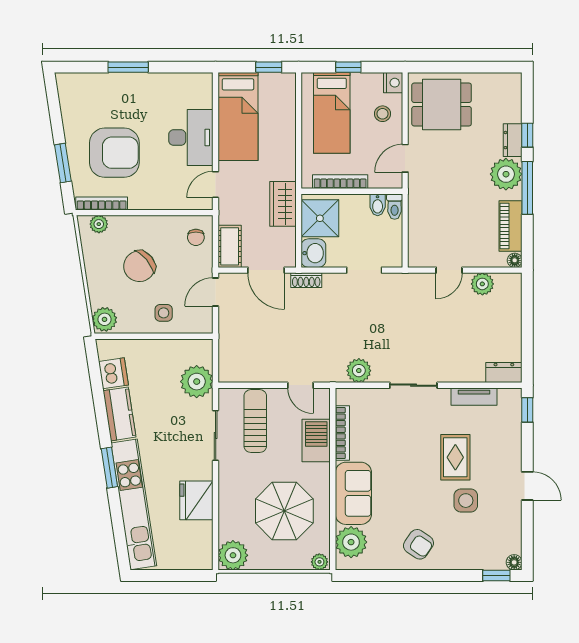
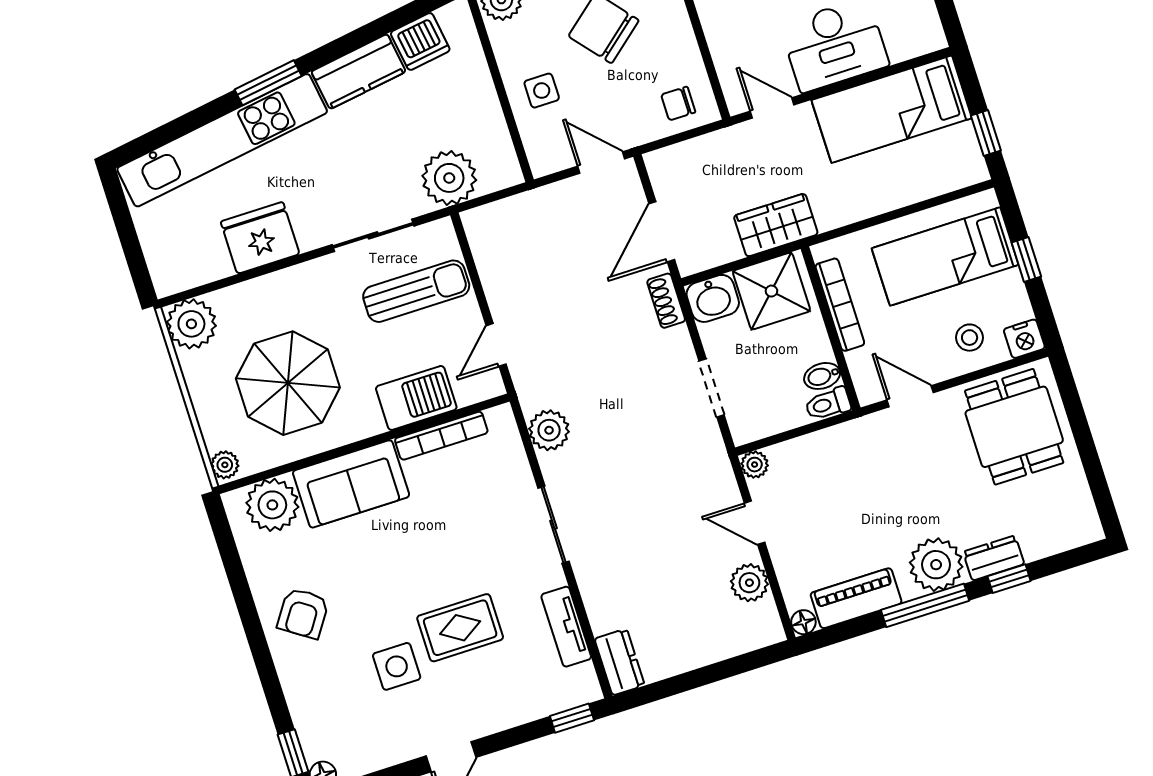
cot: (230, 246) -> (681, 162), removed
plant: (416, 260) -> (755, 465), added

